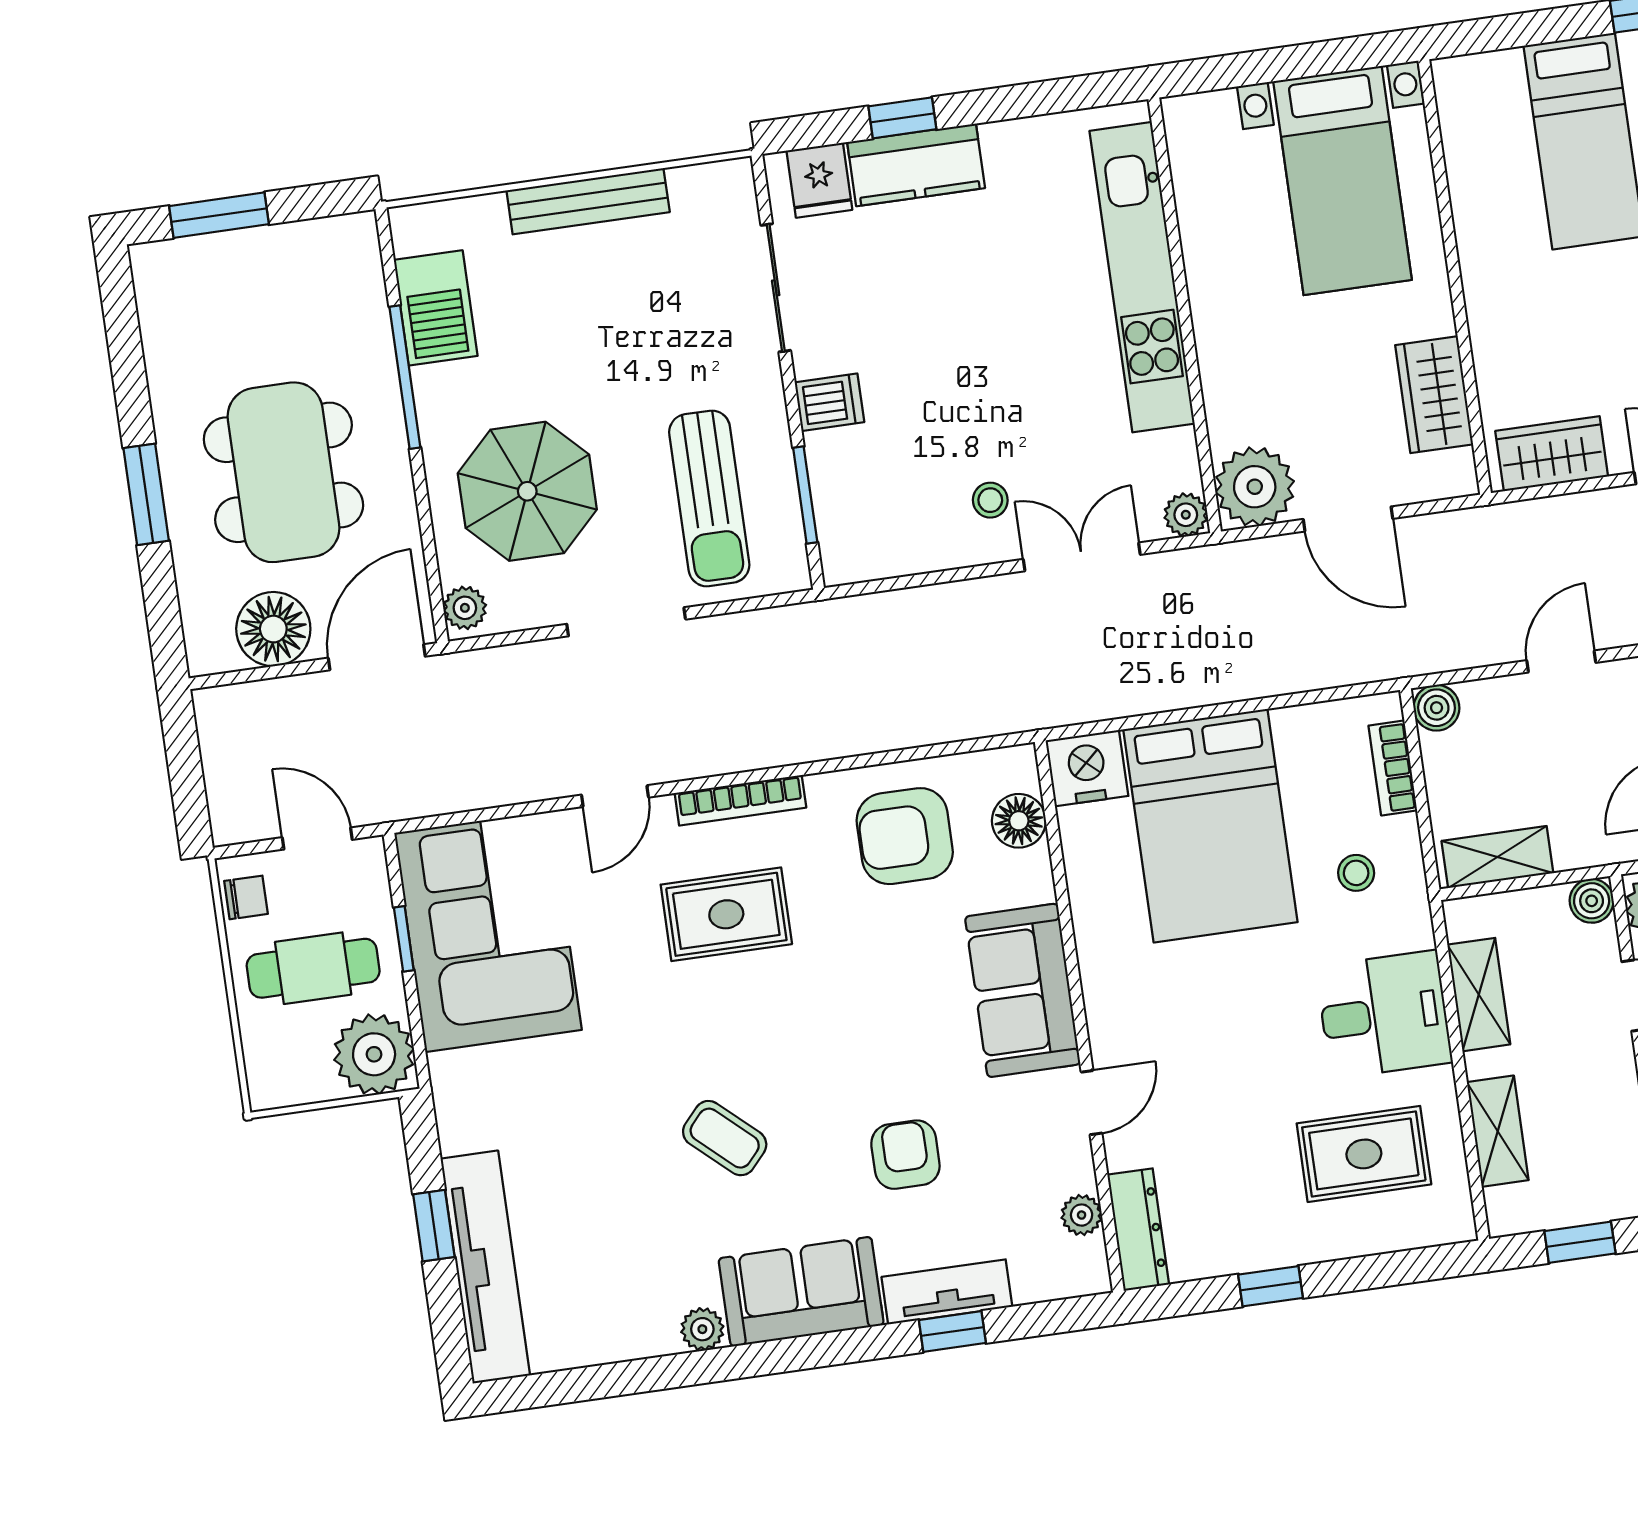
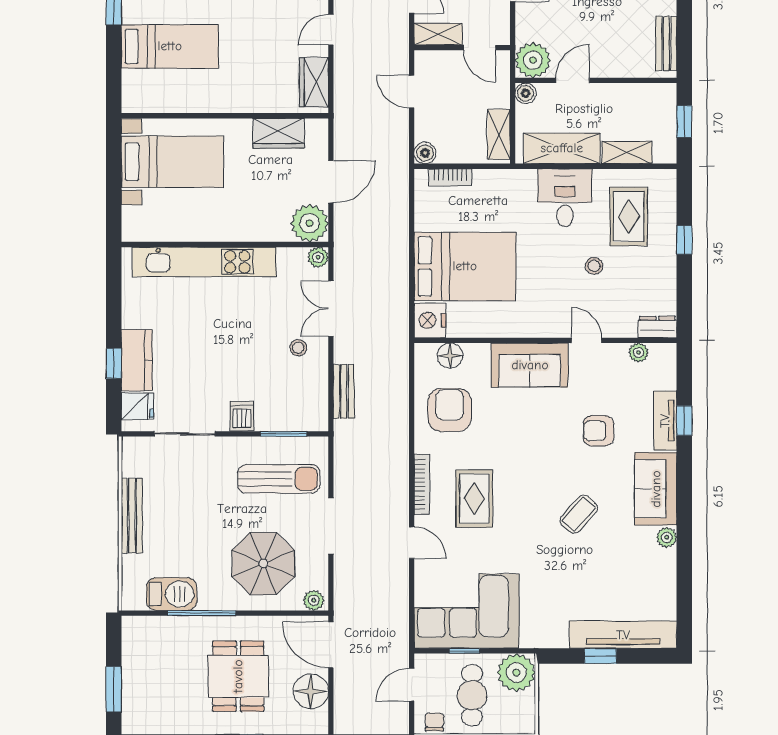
dining table: (283, 472) -> (238, 676), width x0.73
bench: (912, 609) -> (344, 392), added
armchair: (905, 836) -> (450, 410), turned 180
stool: (1356, 873) -> (594, 266), moved
shelving: (1479, 995) -> (562, 148), width x1.50, depth x1.33
dresser: (1138, 1230) -> (657, 327), width x0.70
window: (1270, 1286) -> (684, 240), moved

